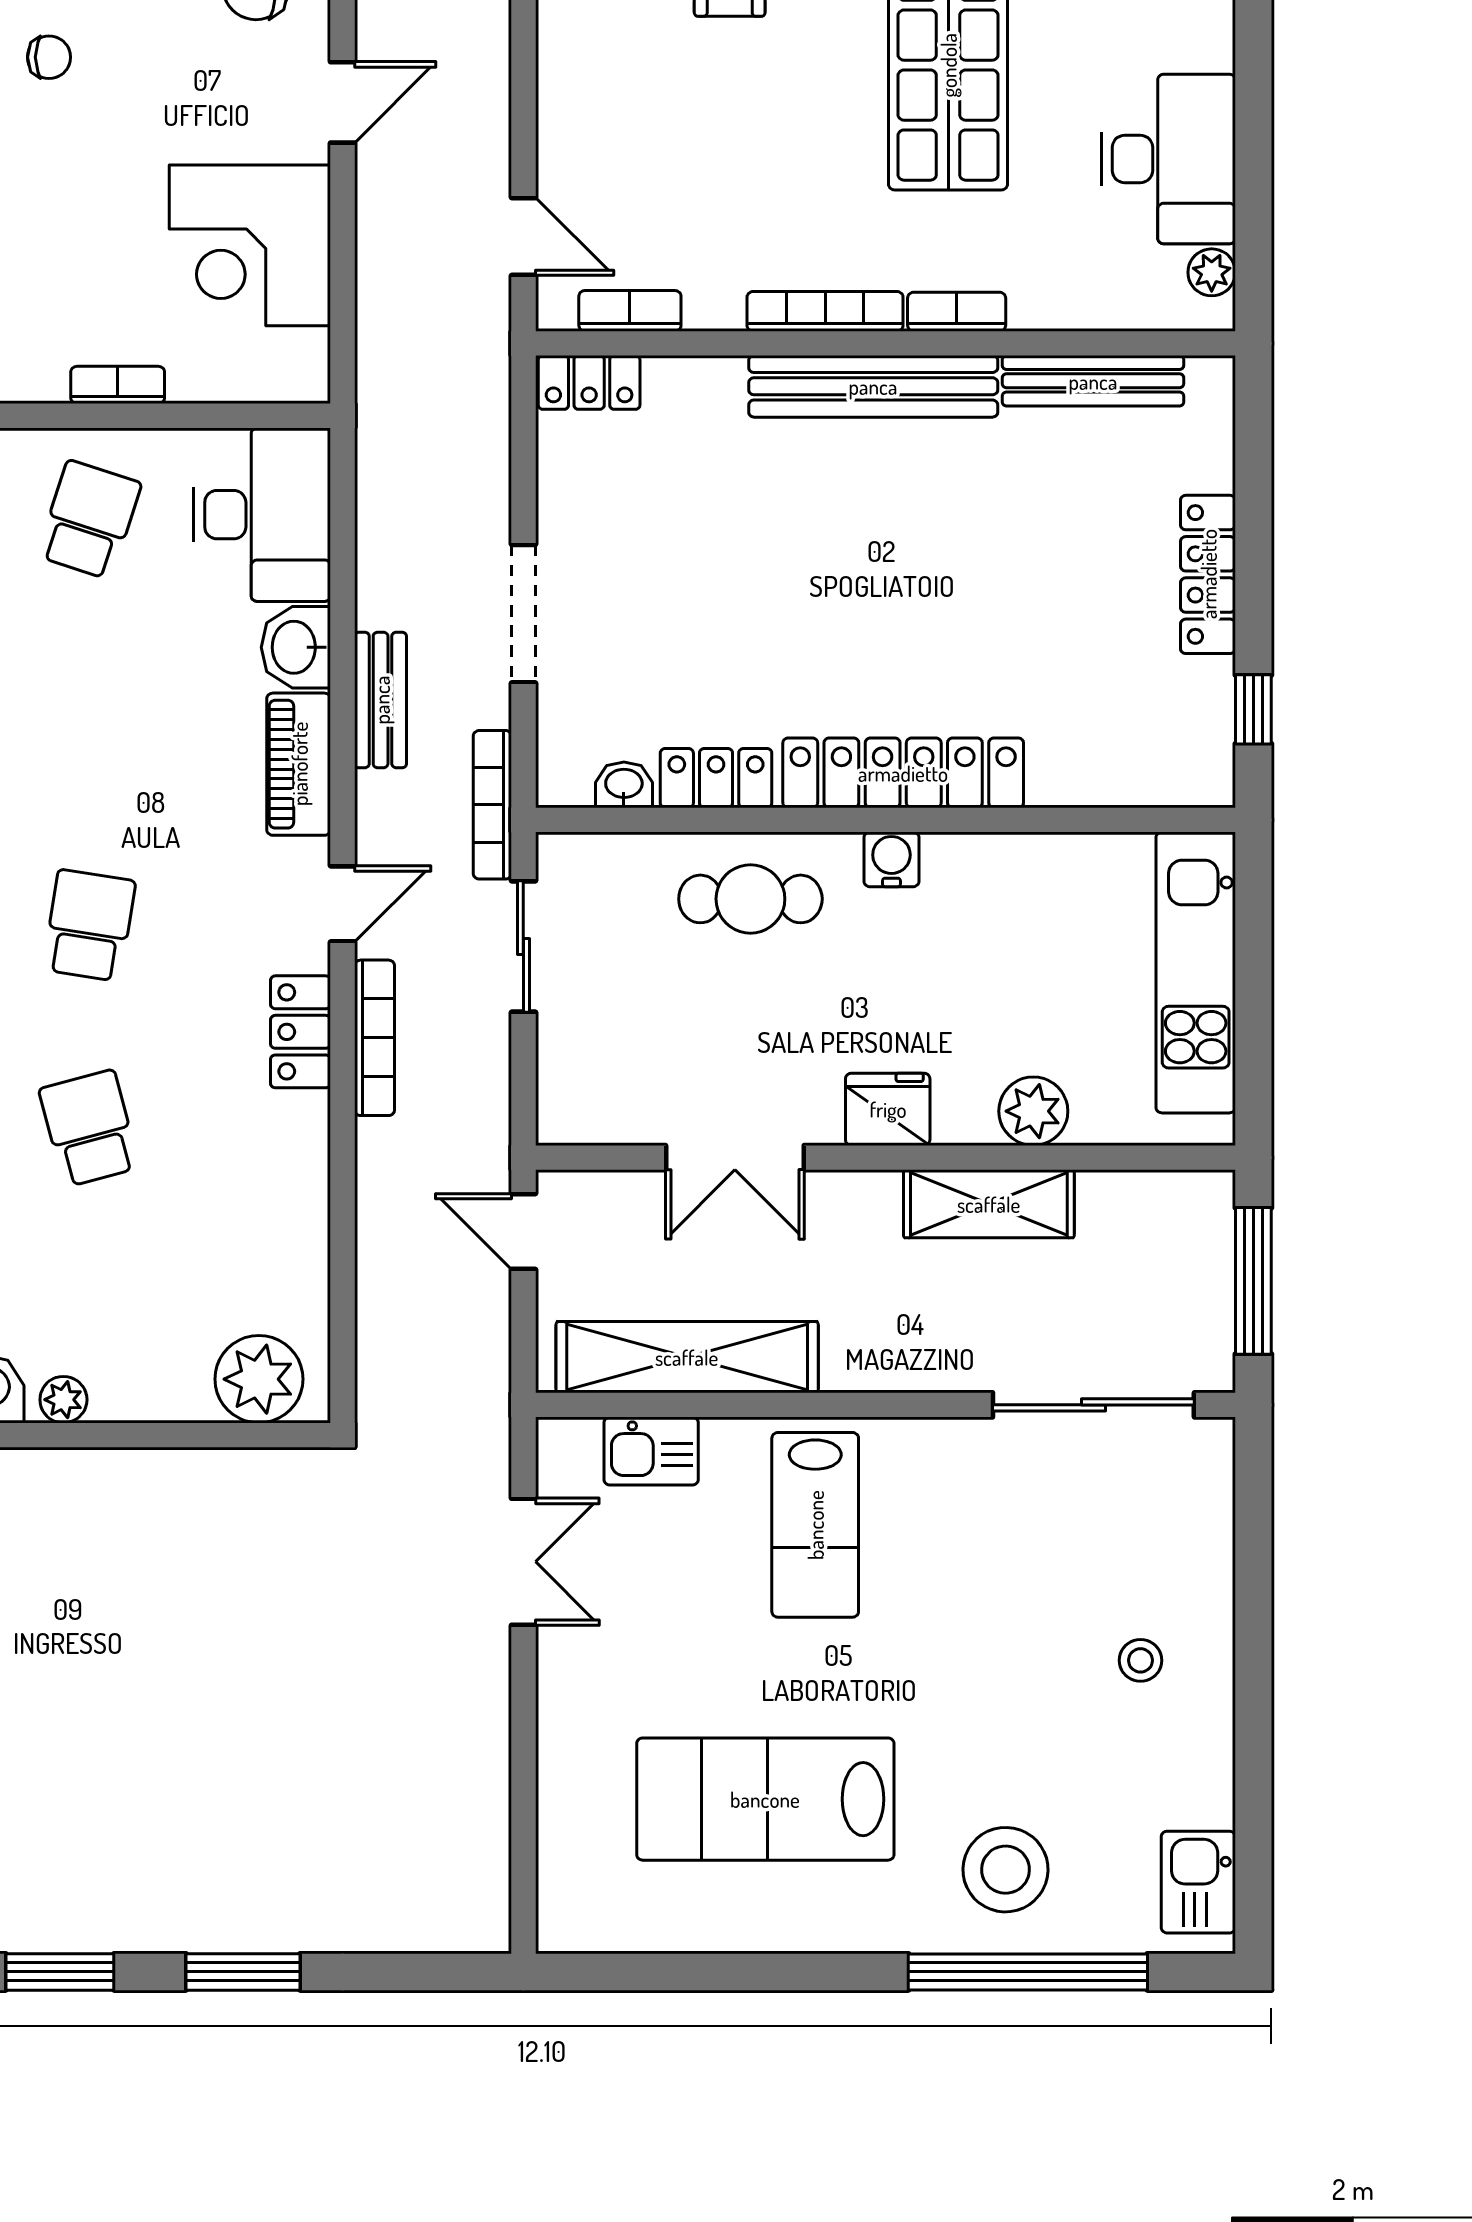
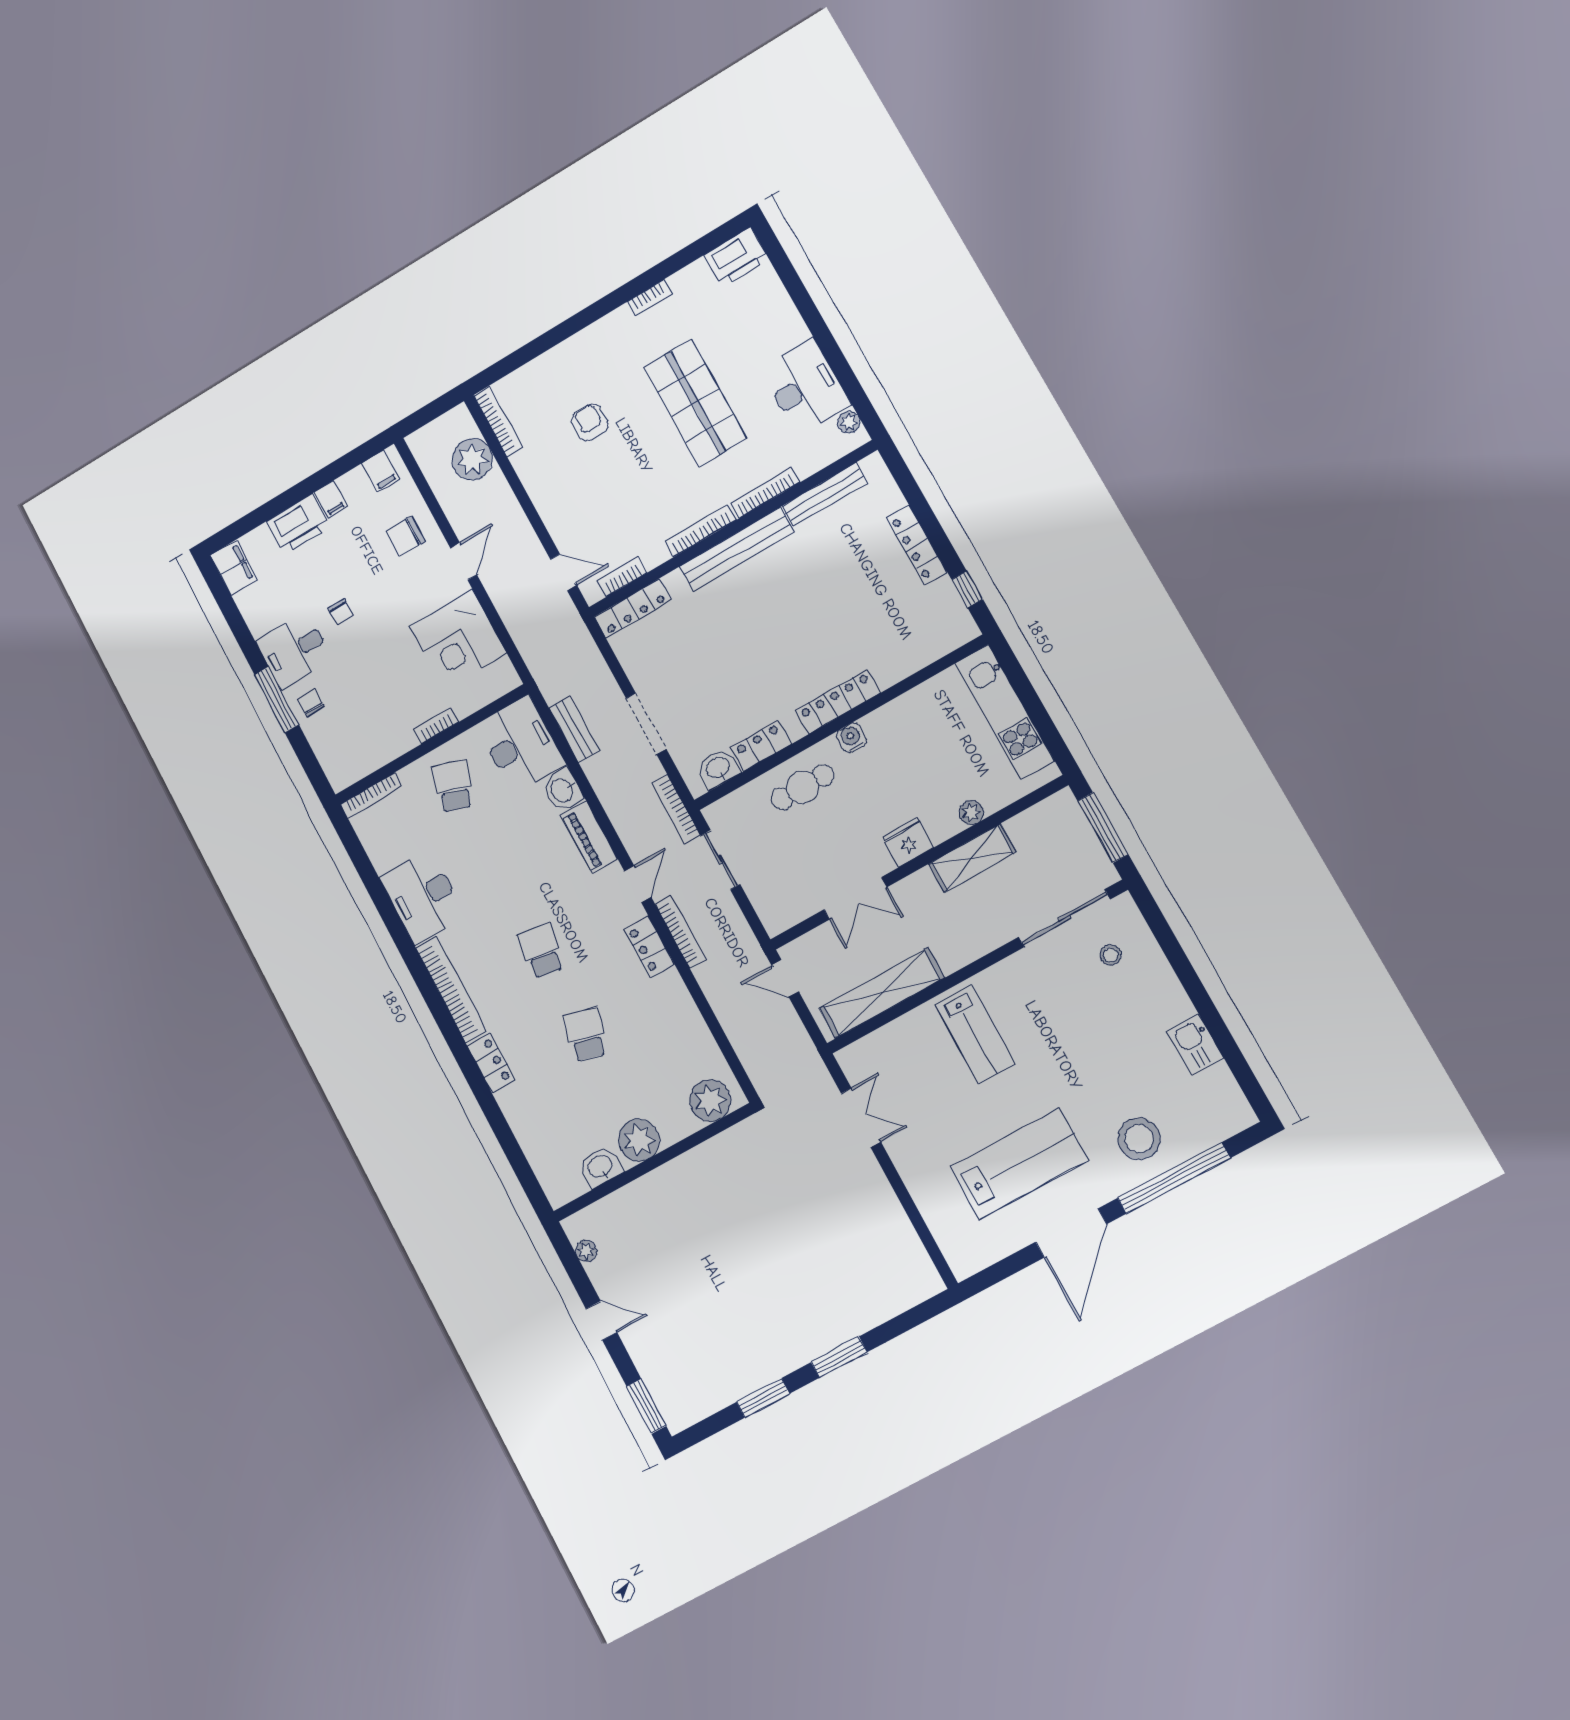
chair: (49, 57) -> (340, 612), turned 90
bookcase: (957, 312) -> (765, 493), width x1.56
locker: (589, 382) -> (633, 608), width x1.53
bench: (381, 700) -> (574, 729), moved
locker: (903, 773) -> (838, 702), width x0.71, depth x0.83
washbasin: (624, 785) -> (718, 768), width x1.38, depth x1.45
plant: (1033, 1111) -> (971, 813), width x0.73, depth x0.73
school desk: (89, 1128) -> (585, 1034), turned 30
plant: (63, 1400) -> (639, 1140), width x1.87, depth x1.87
kitchen sink: (651, 1451) -> (889, 1041), removed
stool: (1141, 1660) -> (1111, 955), moved
lab bench: (765, 1799) -> (1019, 1164), turned 180
kitchen sink: (1198, 1882) -> (1195, 1045), moved
door: (790, 1972) -> (1071, 1233), added

